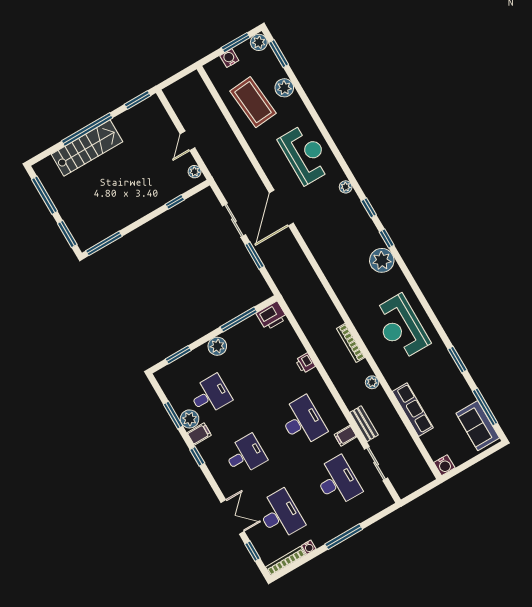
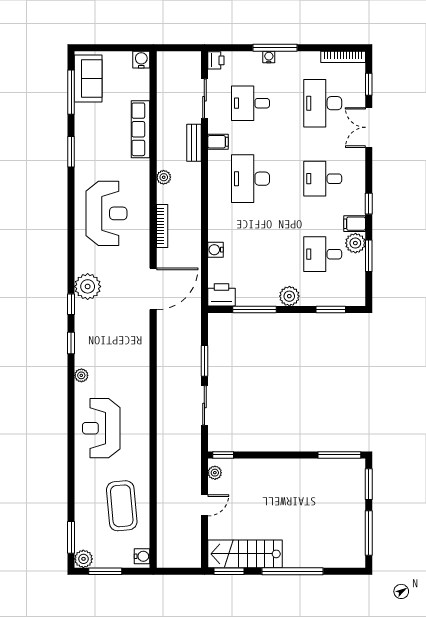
water cooler: (229, 58) -> (142, 556), moved, turned -90
plant: (284, 88) -> (84, 502), removed
stairs: (87, 148) -> (245, 554), moved
window: (175, 202) -> (223, 455), moved
door: (281, 208) -> (153, 289), moved
water cooler: (297, 349) -> (216, 250), added
printer: (305, 363) -> (216, 60), moved
desk: (338, 481) -> (251, 103), width x0.73
water cooler: (309, 547) -> (269, 57), moved

